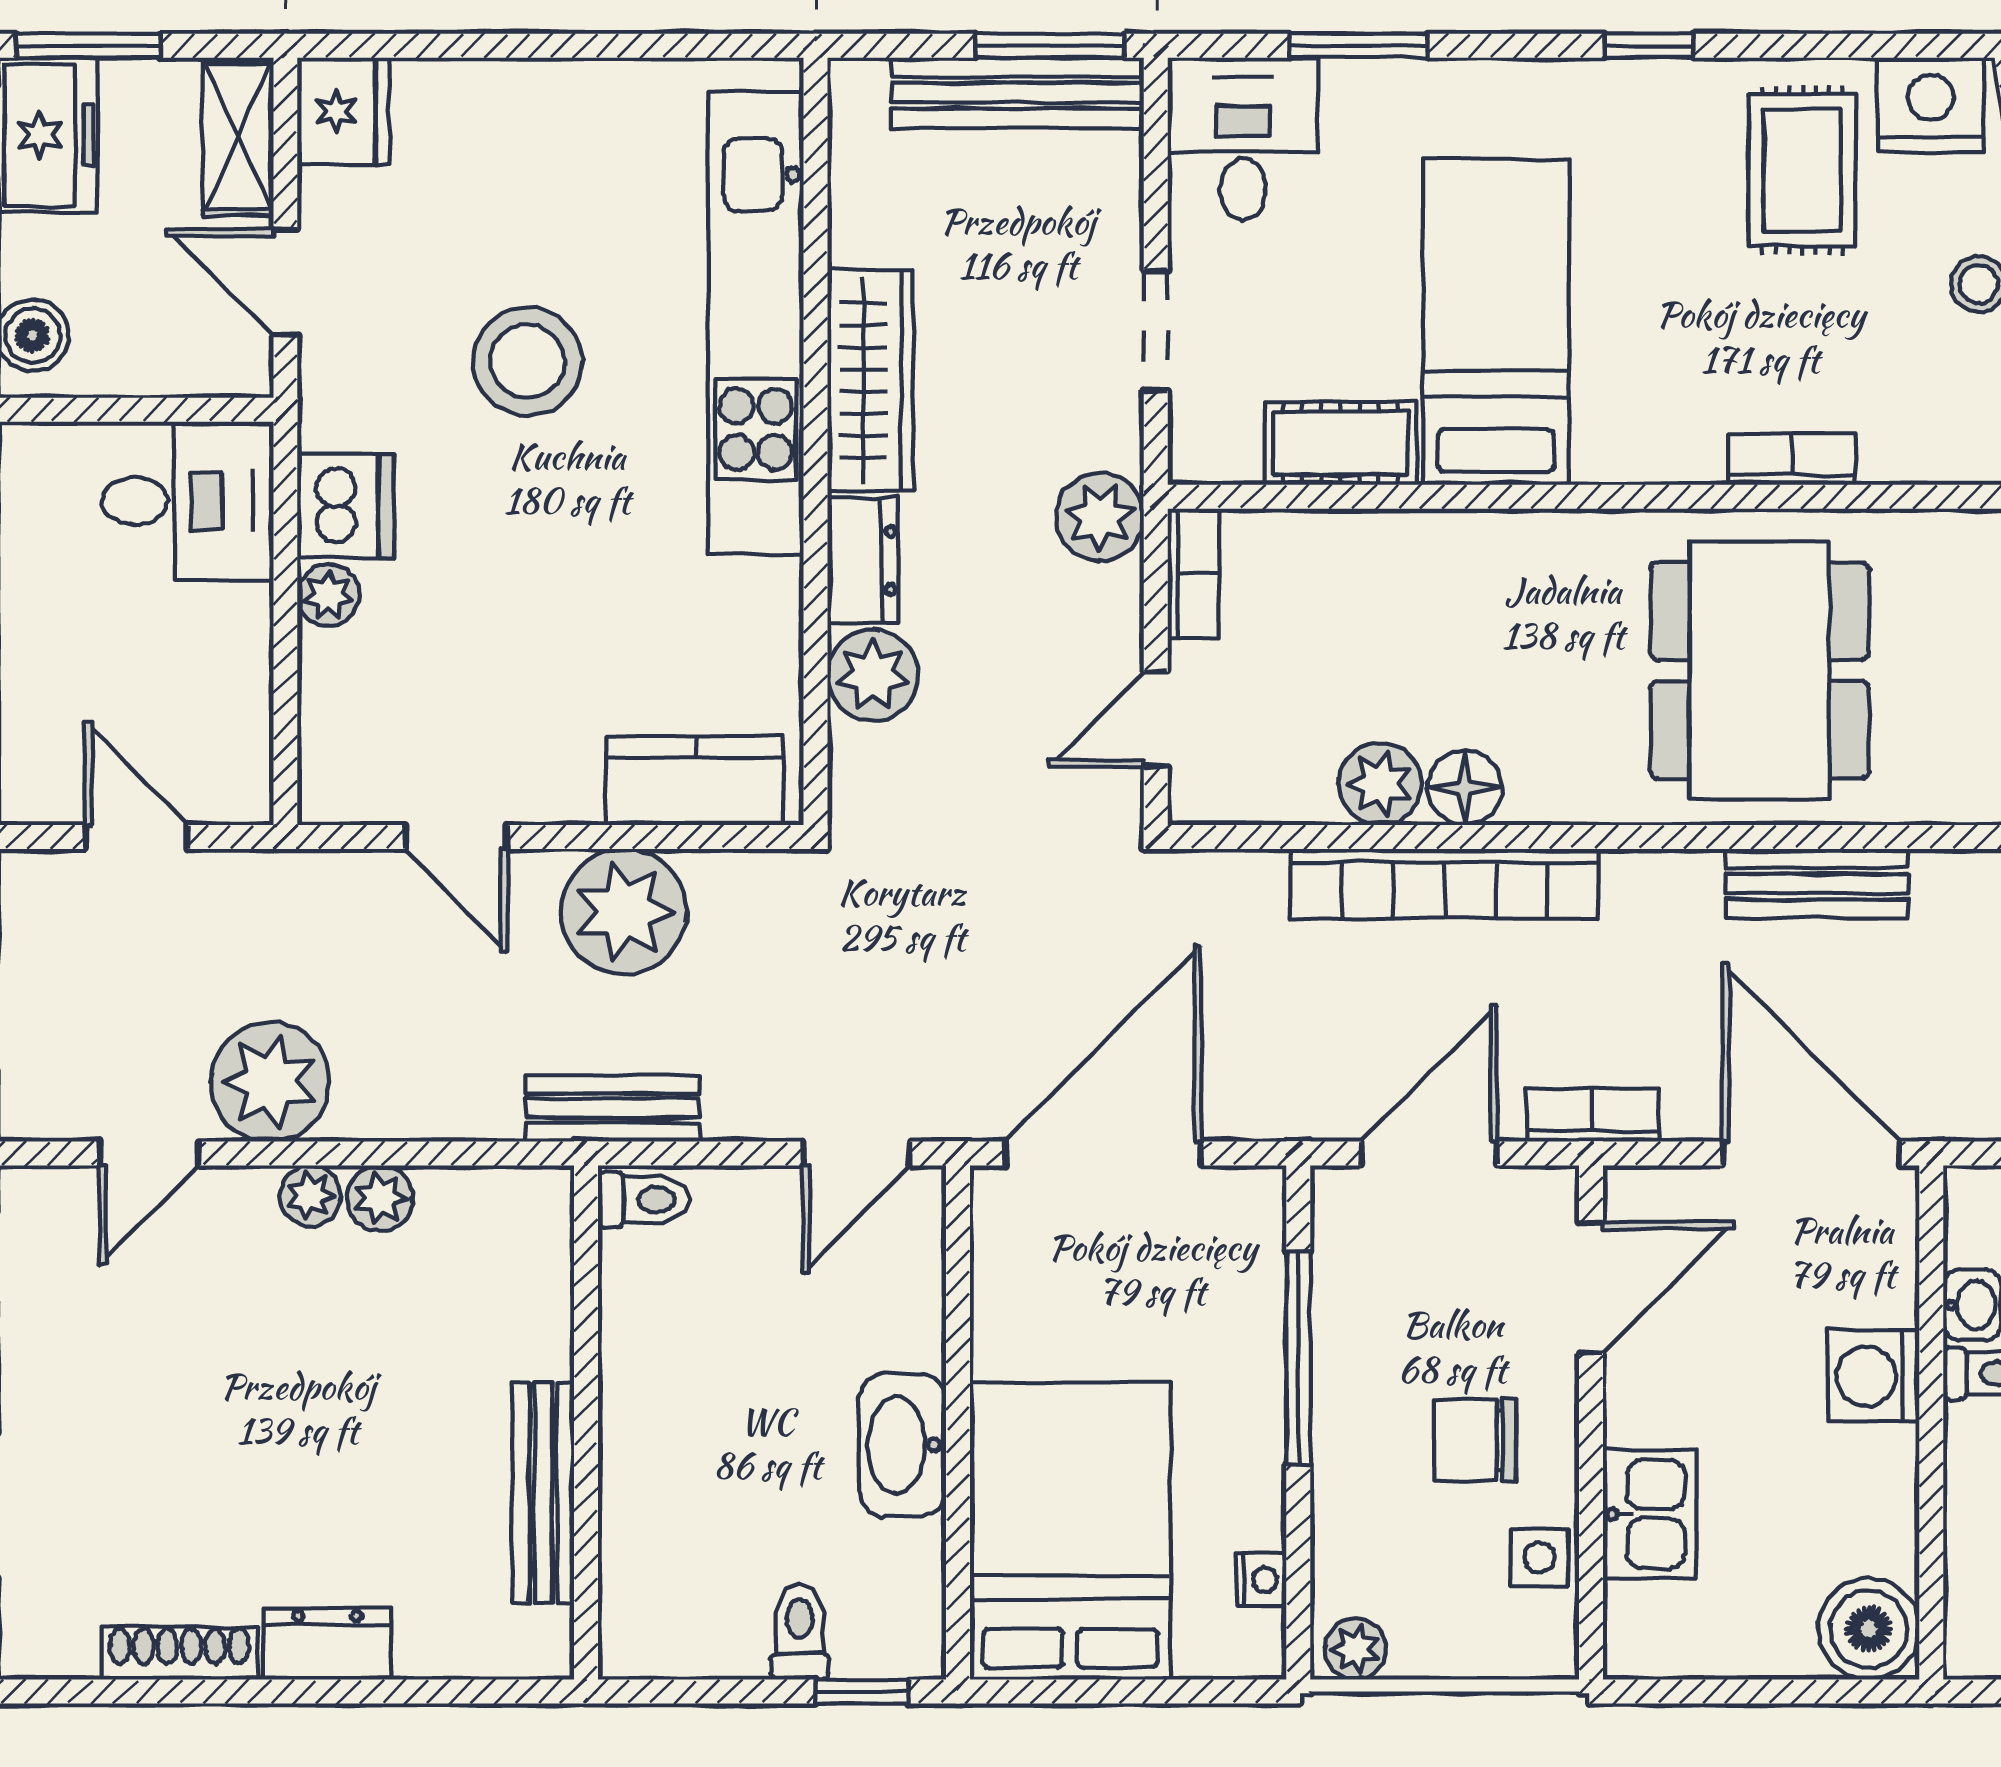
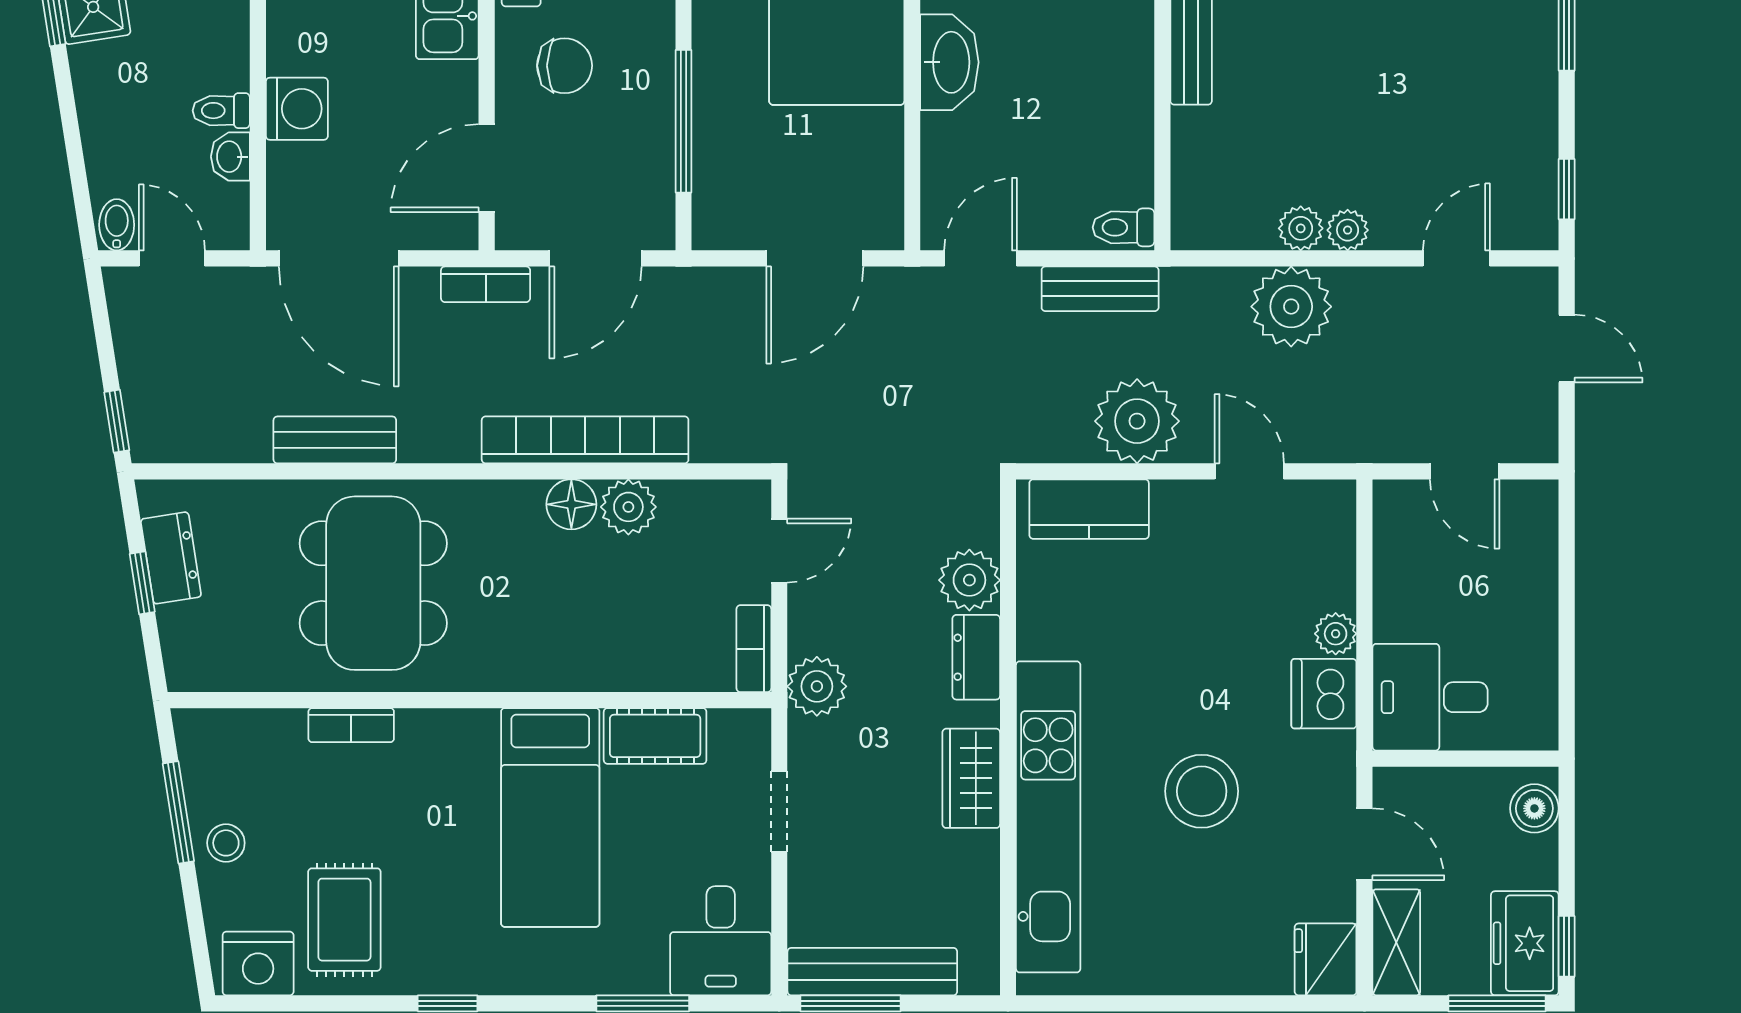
wardrobe: (870, 380) -> (971, 778), width x0.67
plant: (270, 1082) -> (1291, 307), moved
bench: (613, 1108) -> (1100, 289), moved
door: (1103, 1153) -> (815, 258), width x0.73

